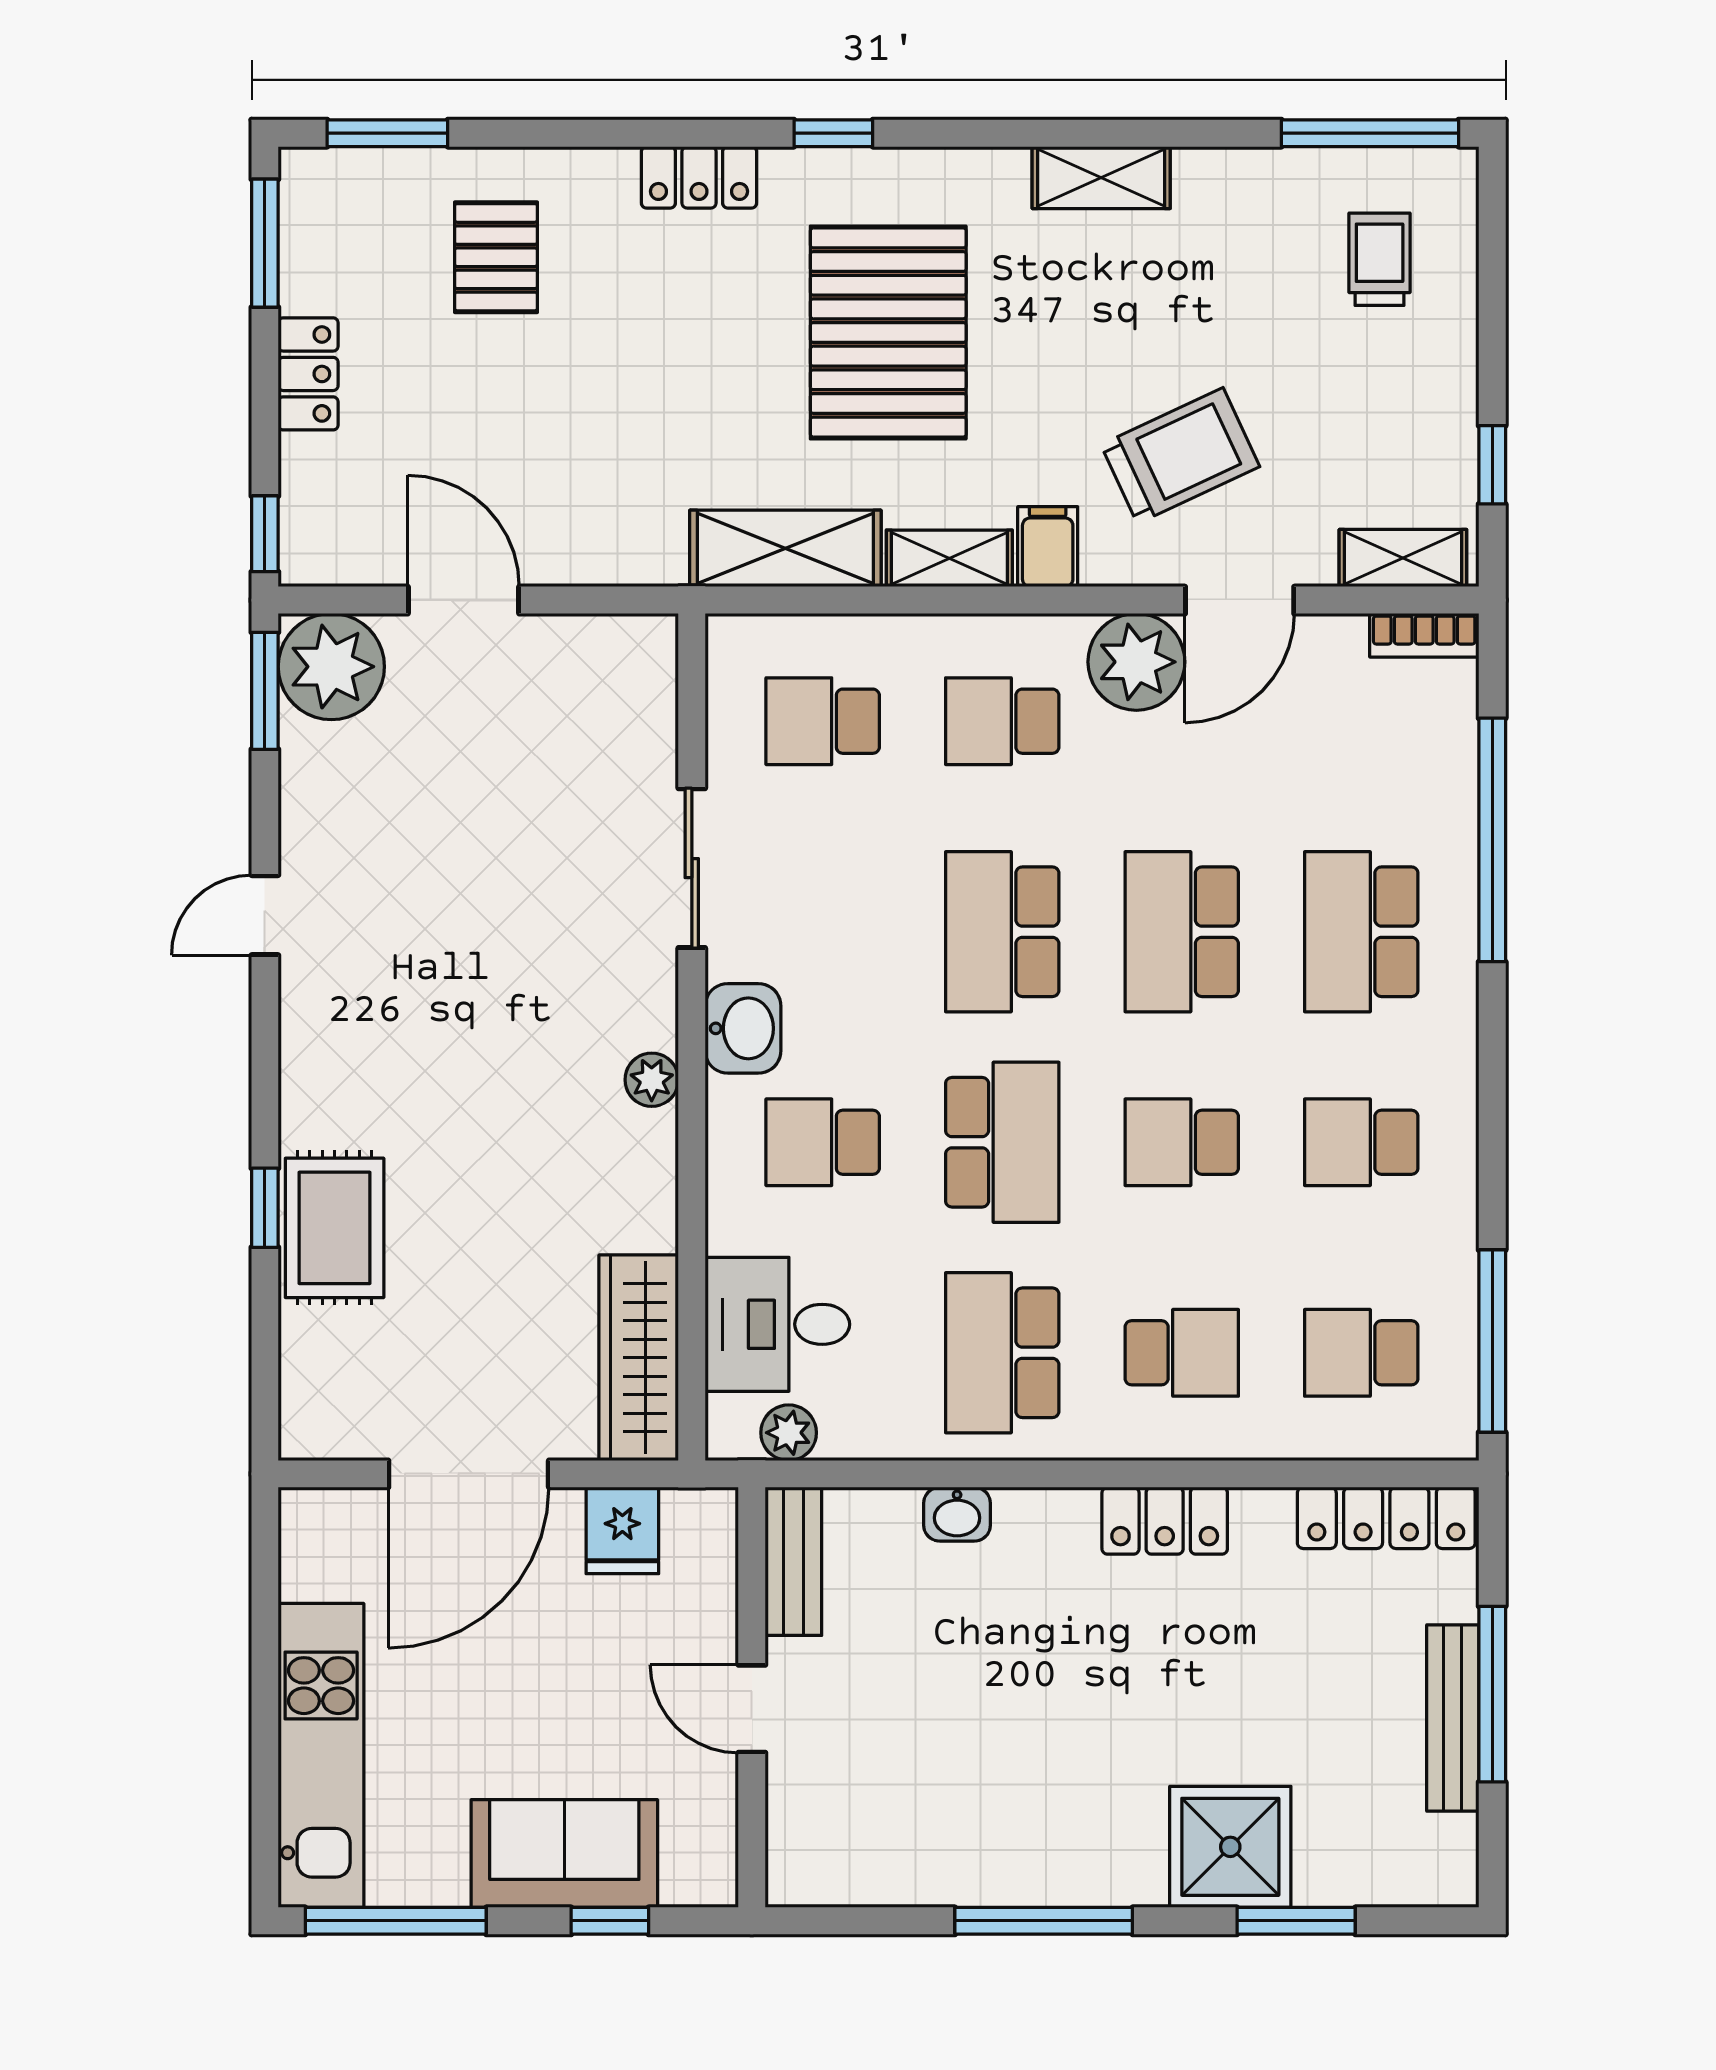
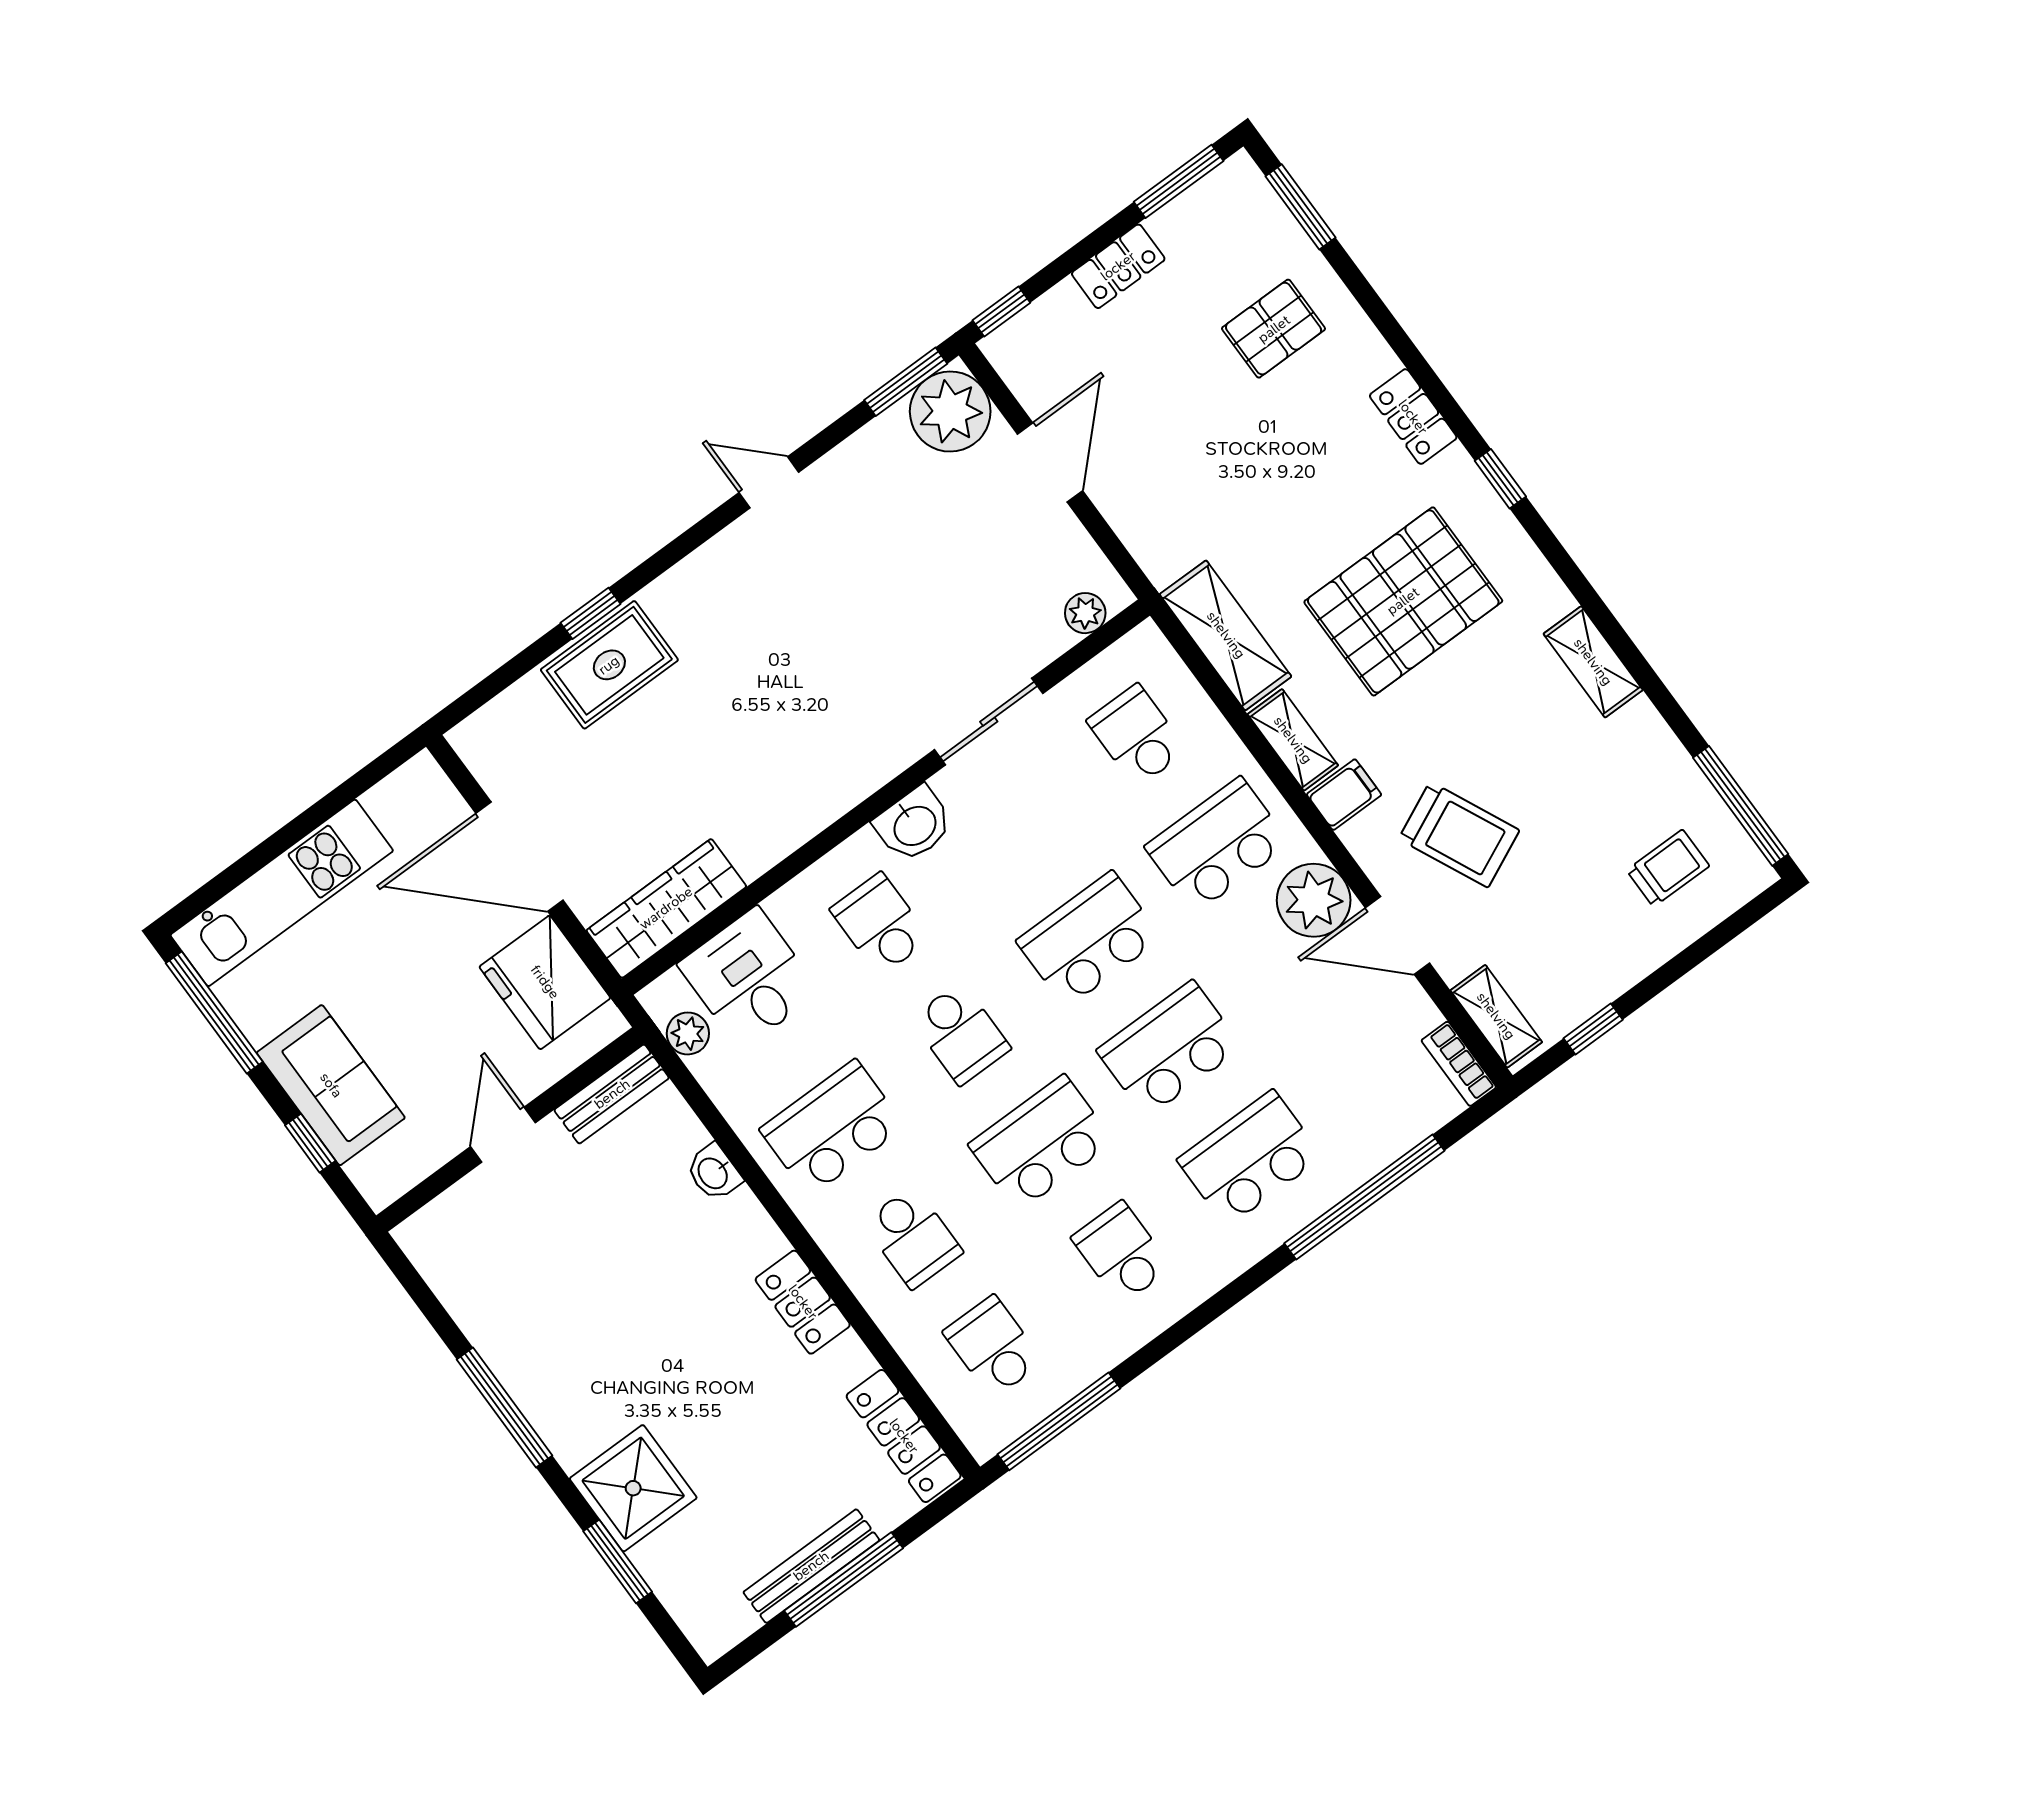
school desk: (1002, 721) -> (1217, 845), width x1.85
plant: (652, 1080) -> (1085, 613), moved
school desk: (1002, 1142) -> (961, 1034), width x0.54
school desk: (1182, 1142) -> (1041, 1143), width x1.85
fridge: (622, 1530) -> (545, 982), width x1.88, depth x1.34

